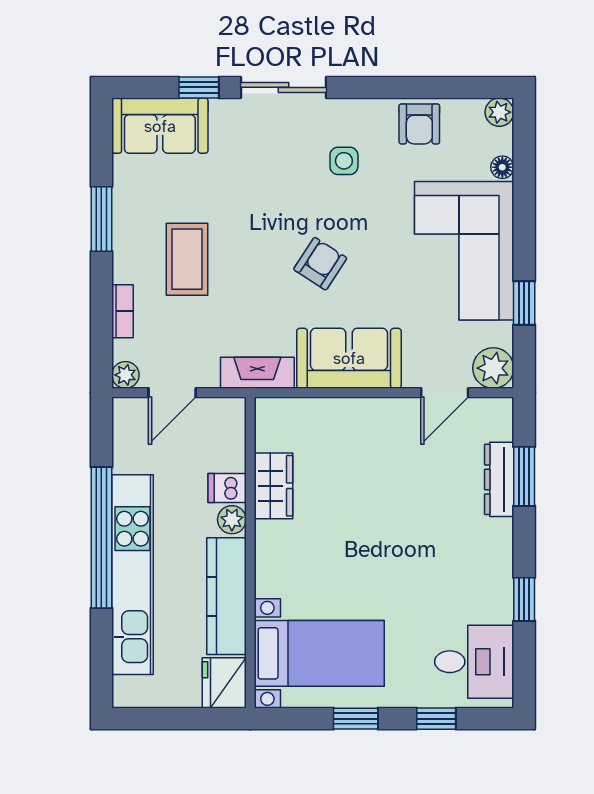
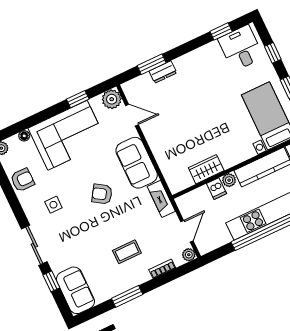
coffee table: (187, 259) -> (127, 252), width x0.73, depth x0.77
door: (172, 393) -> (187, 231), hinge flipped
dresser: (499, 479) -> (163, 72), width x0.70
window: (524, 599) -> (221, 31), moved

